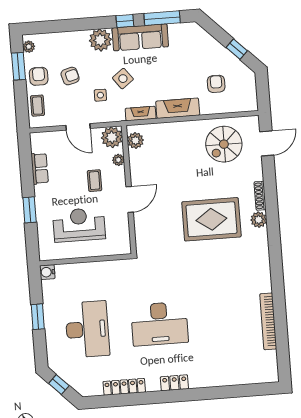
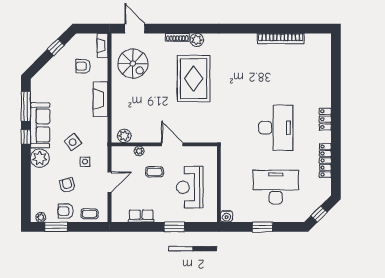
fireplace: (141, 113) -> (102, 46), moved
plant: (112, 137) -> (120, 155), removed

